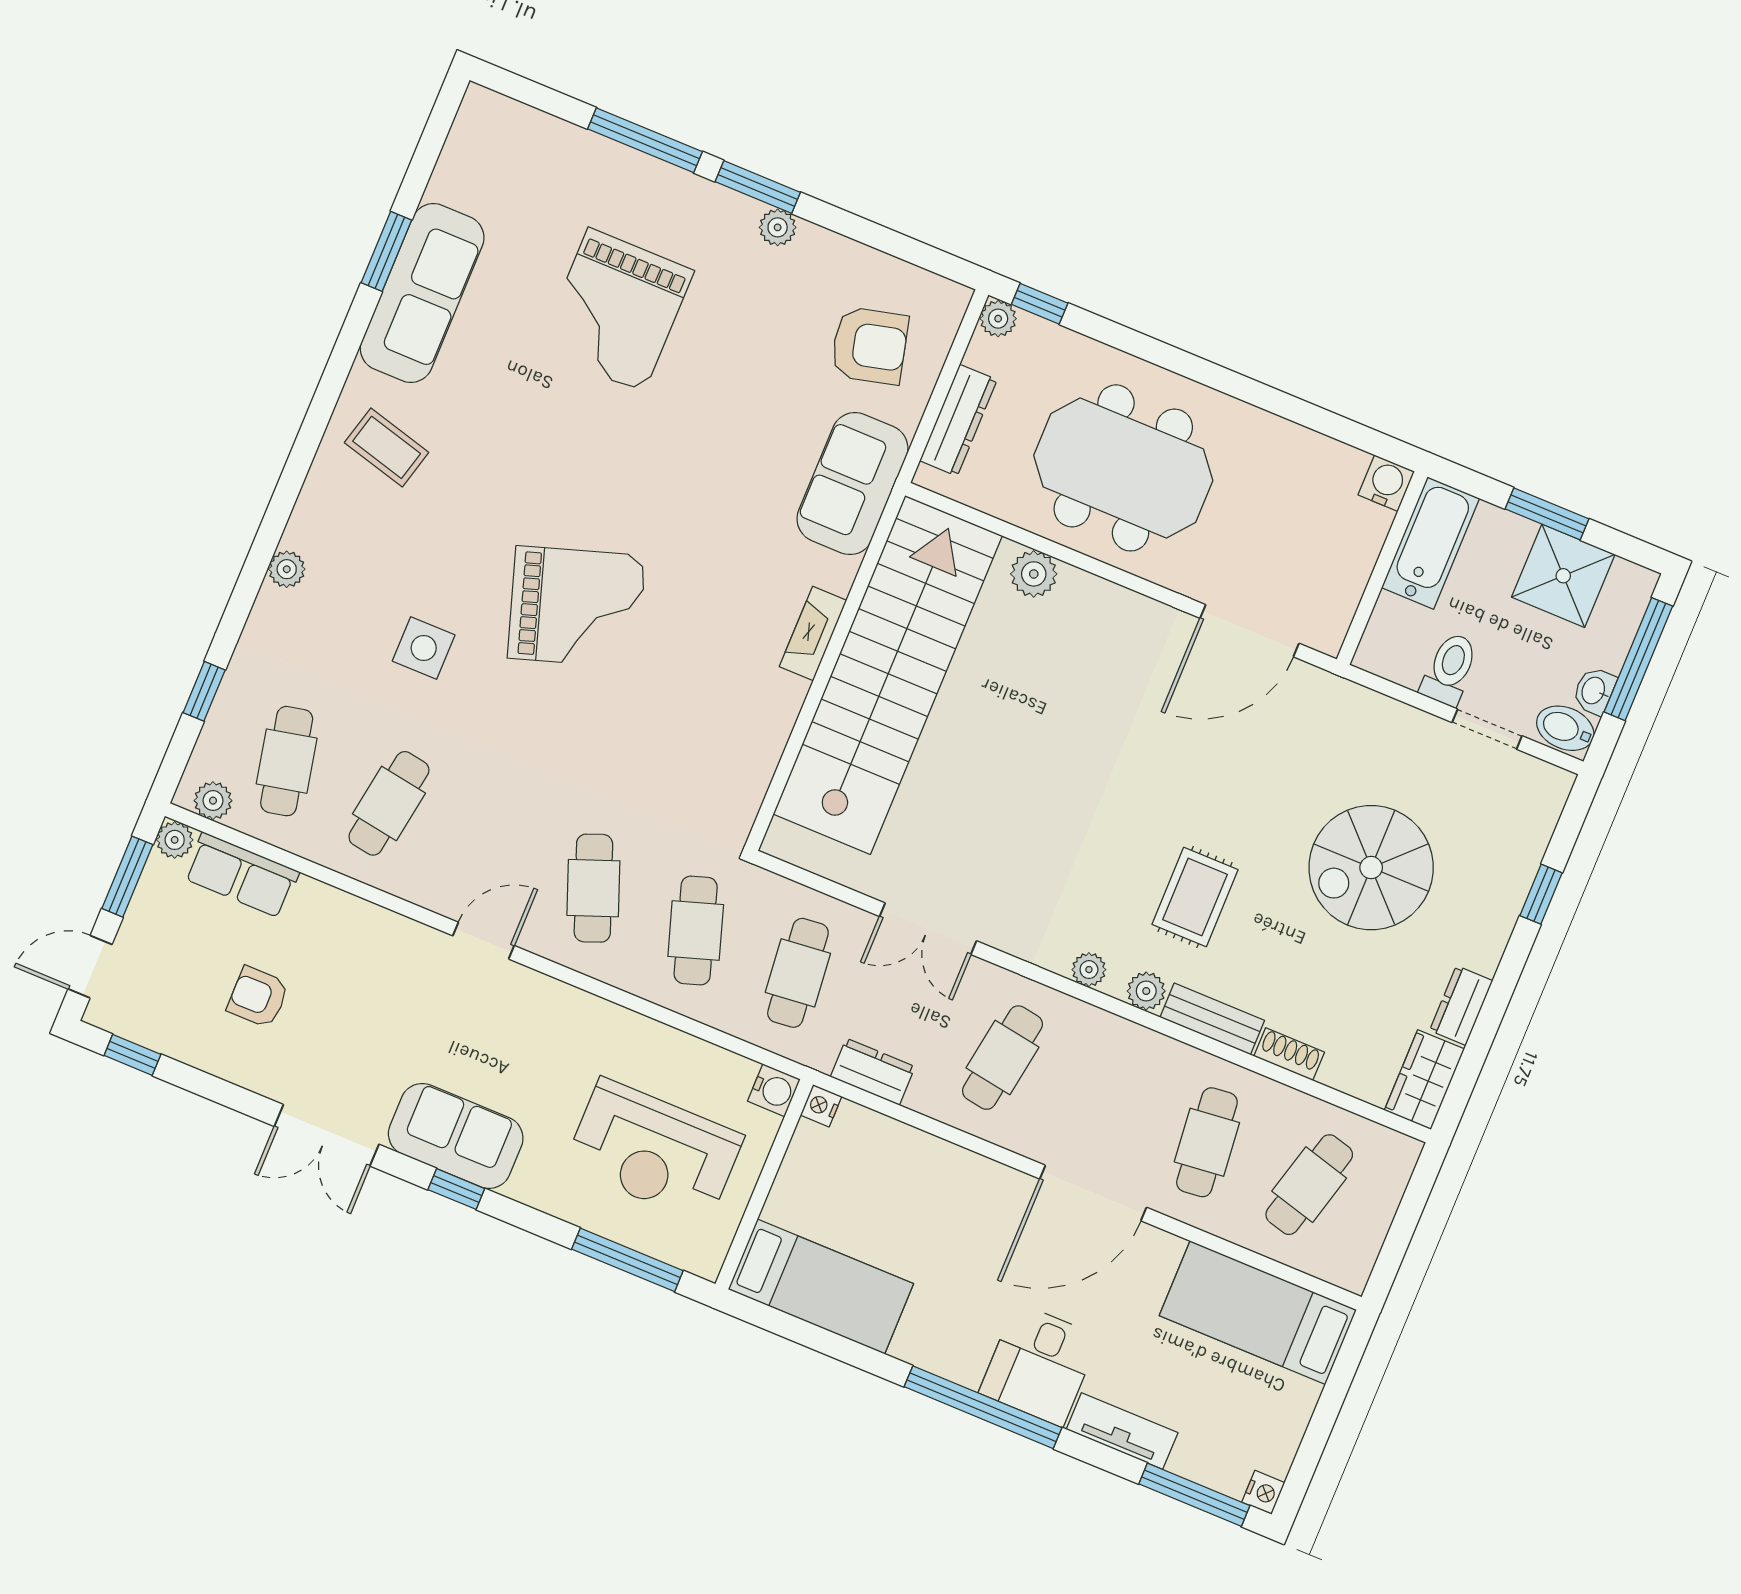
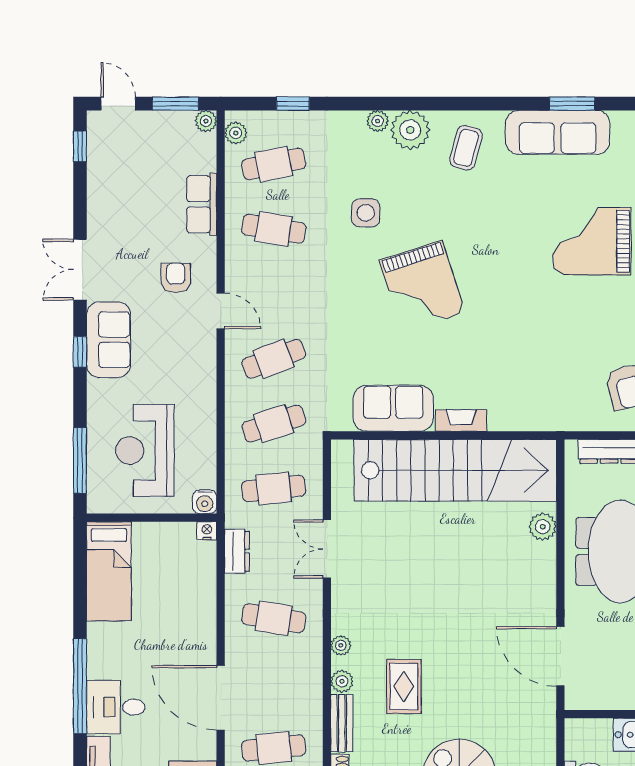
sofa: (852, 484) -> (393, 408), moved
plant: (322, 524) -> (410, 130), added
row of seats: (241, 875) -> (202, 204), moved
rug: (1195, 897) -> (404, 687), turned 90
armchair: (258, 997) -> (176, 278), moved

